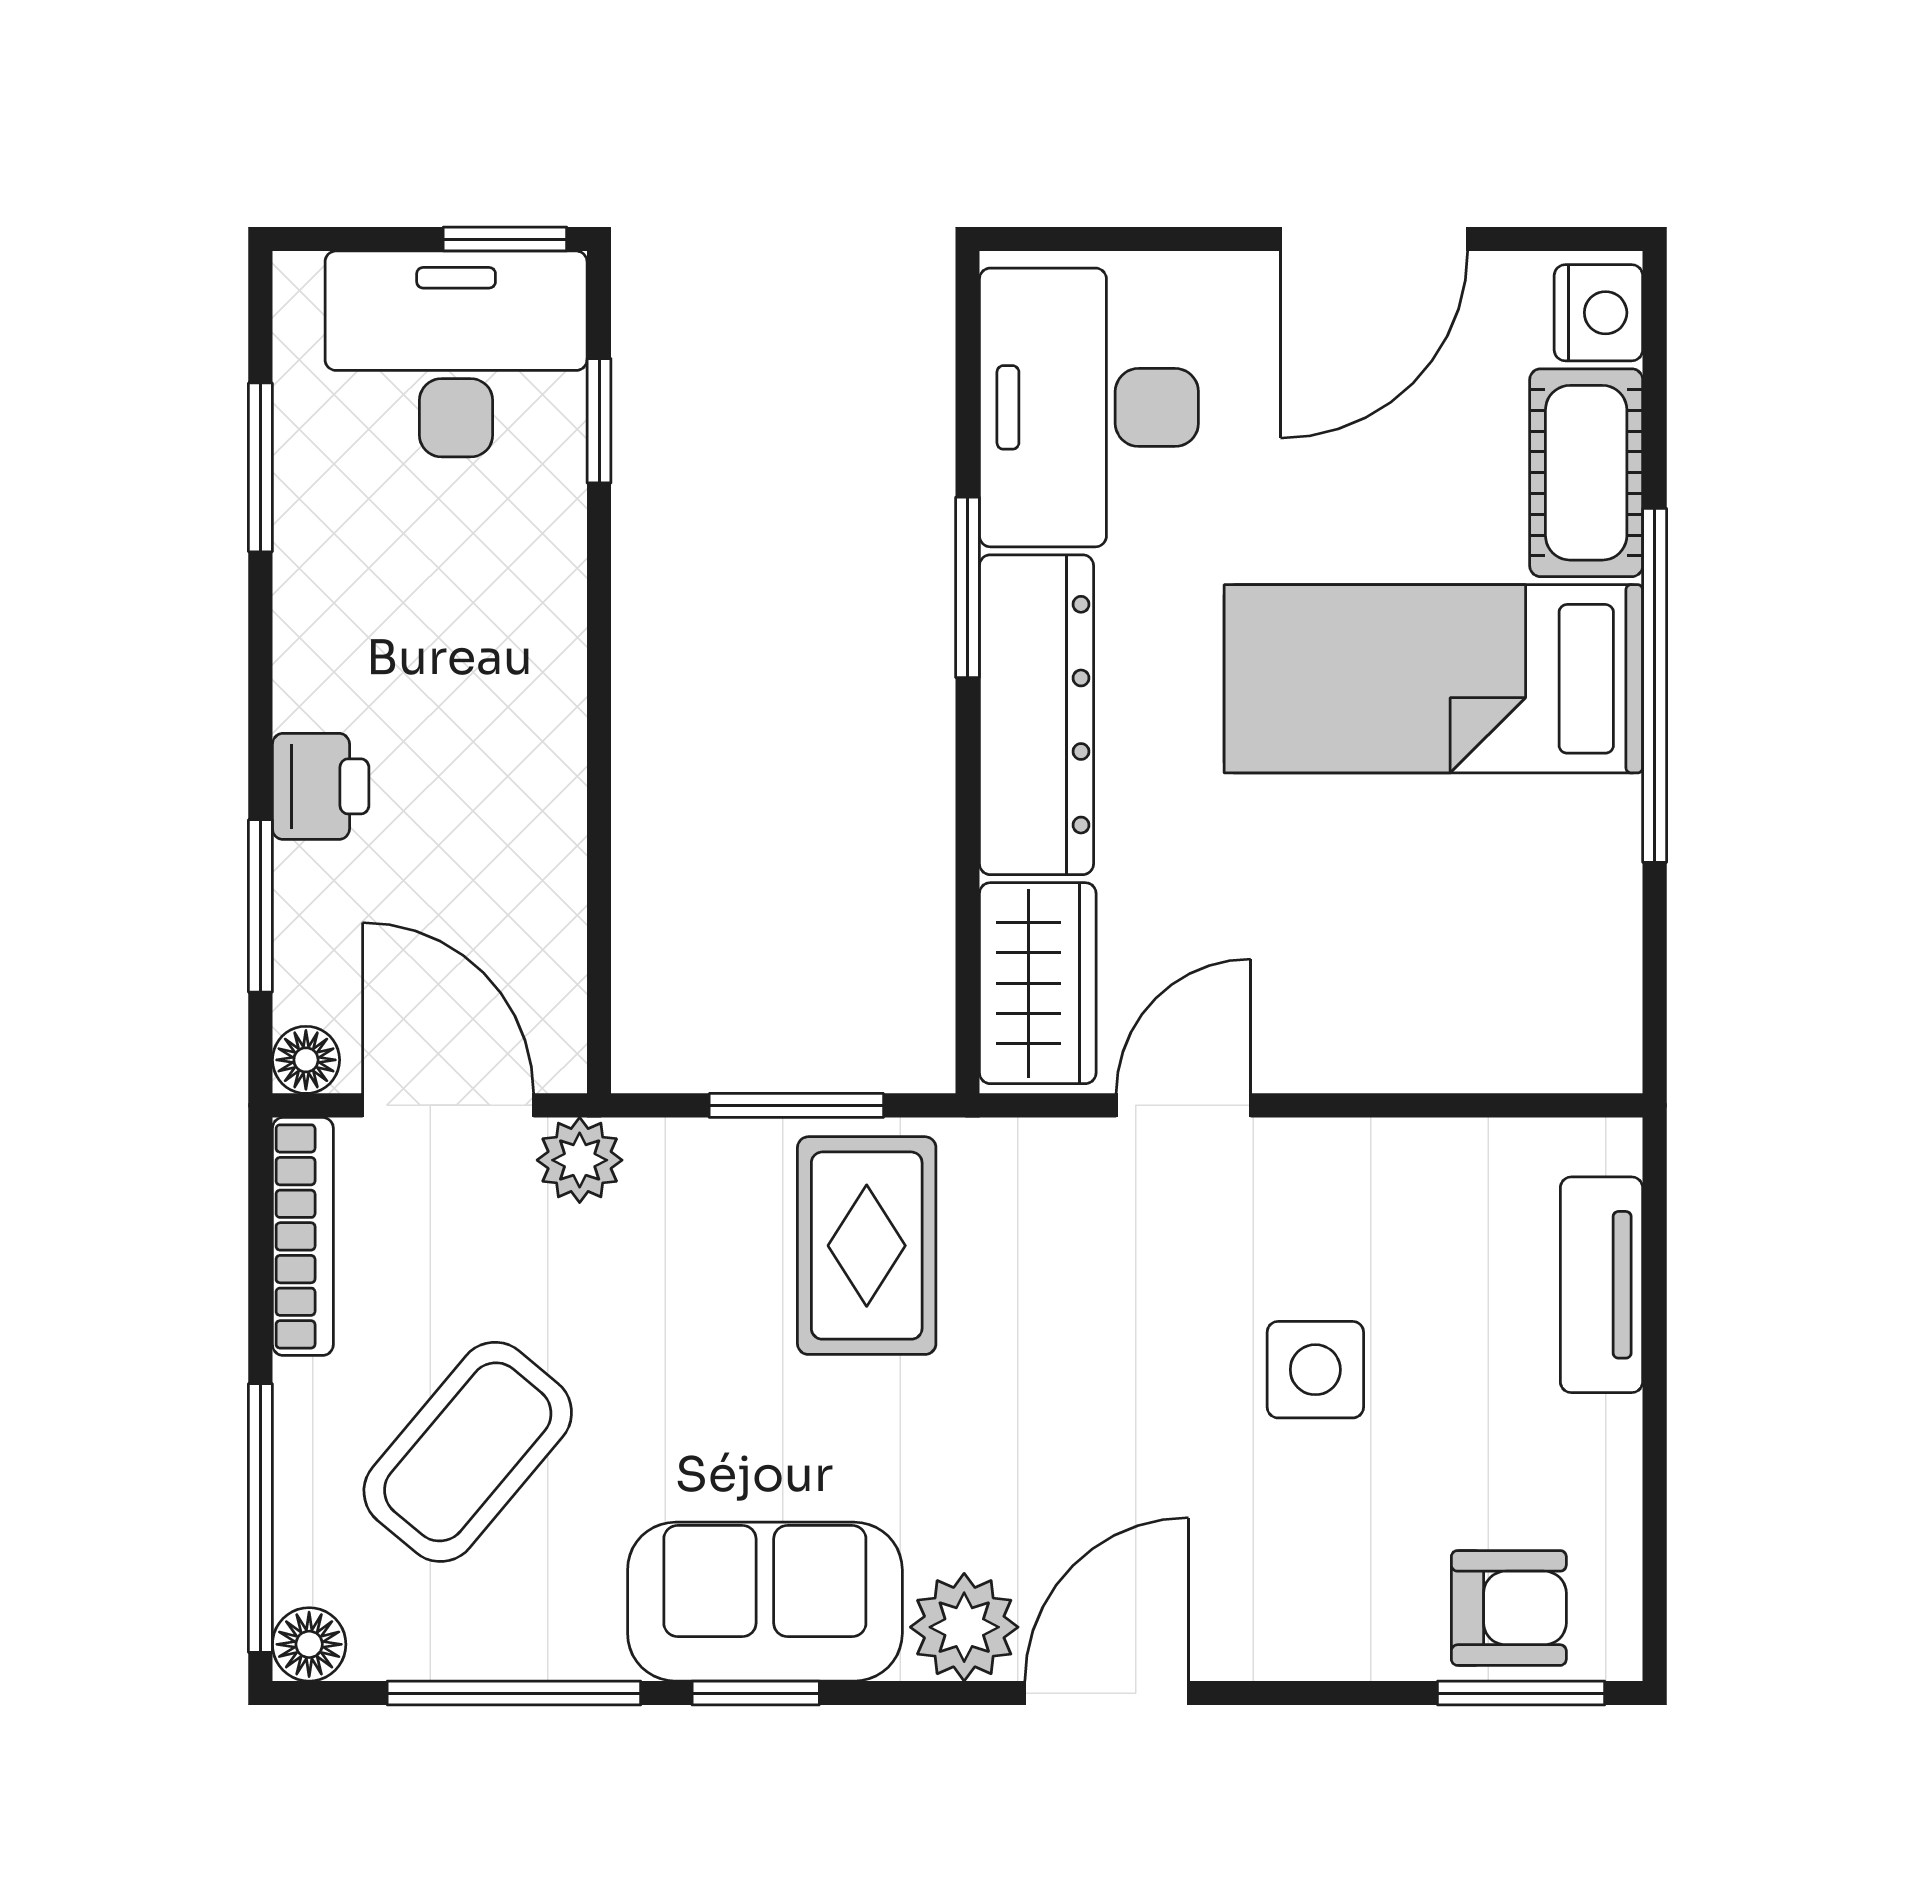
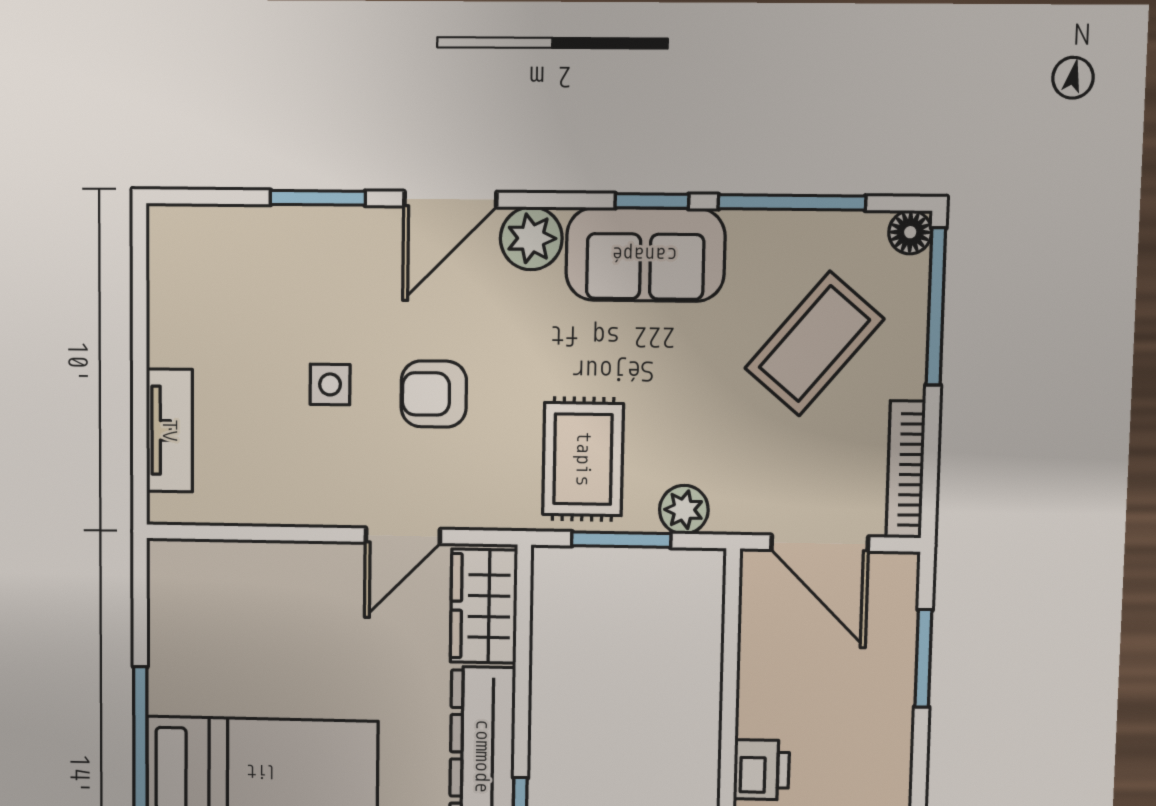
printer: (321, 786) -> (761, 770), moved, turned 180
floor lamp: (306, 1060) -> (900, 571), removed
plant: (580, 1160) -> (684, 510), moved
side table: (1315, 1370) -> (330, 384), width x0.73, depth x0.73
armchair: (1509, 1608) -> (434, 394), moved
window: (1521, 1693) -> (318, 198), moved

